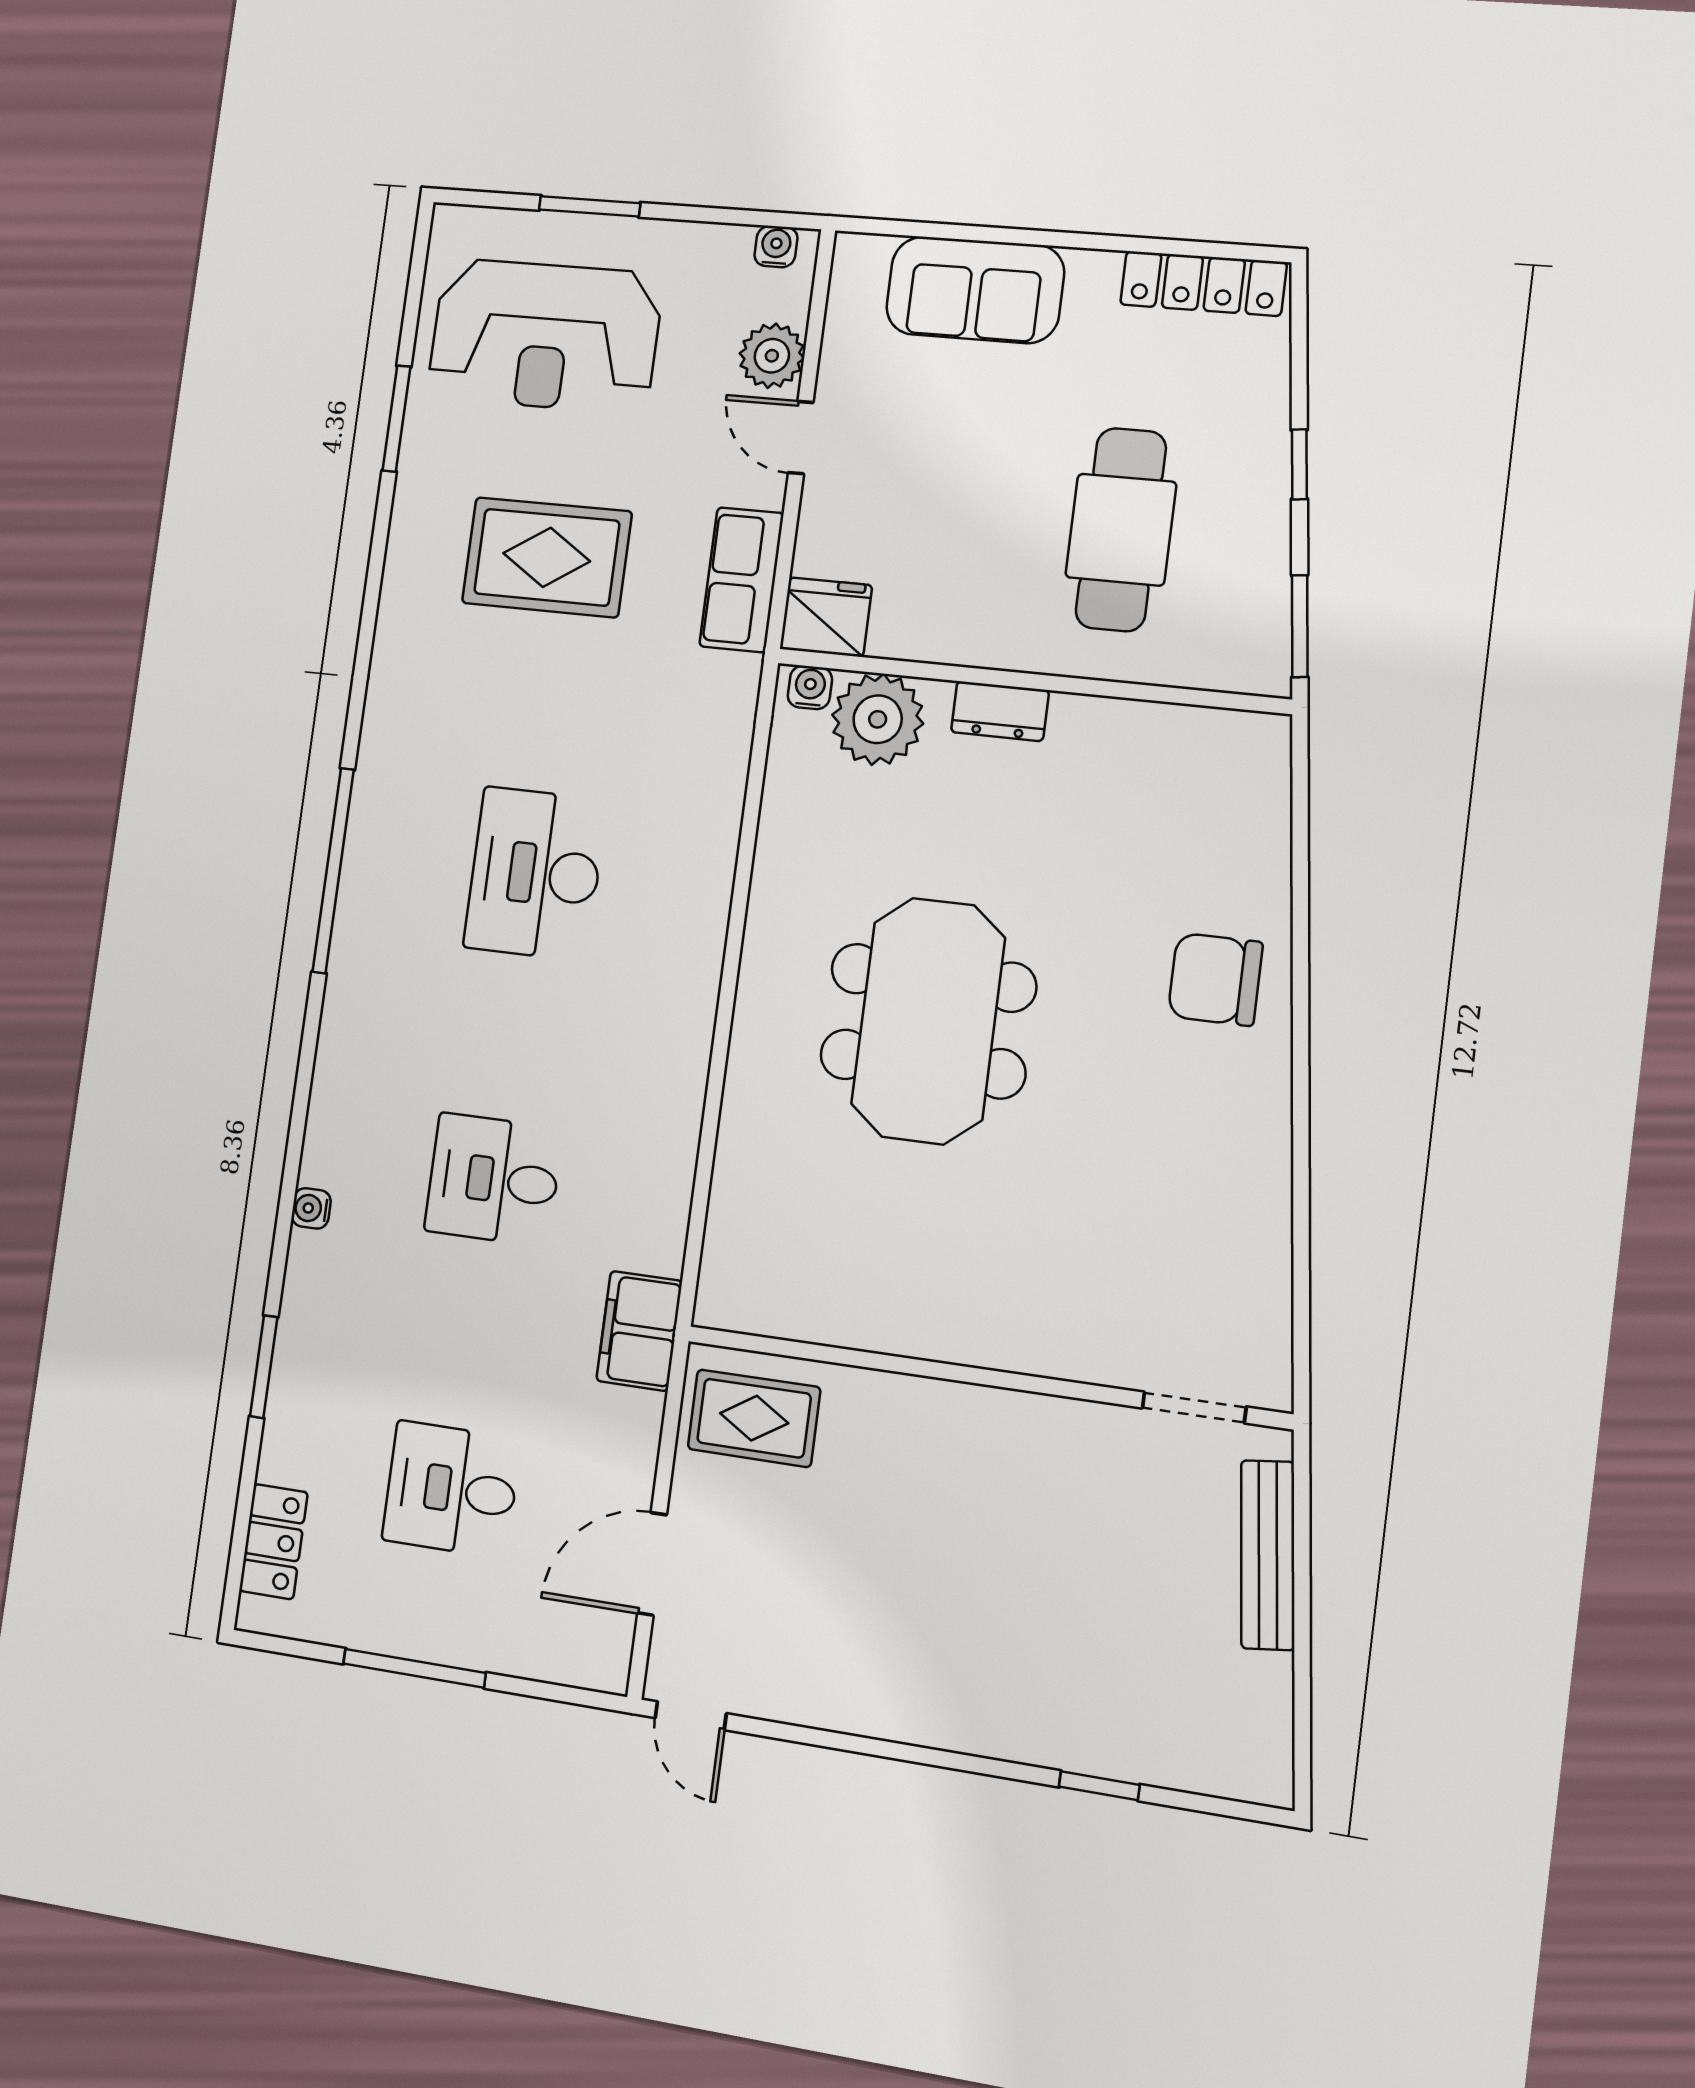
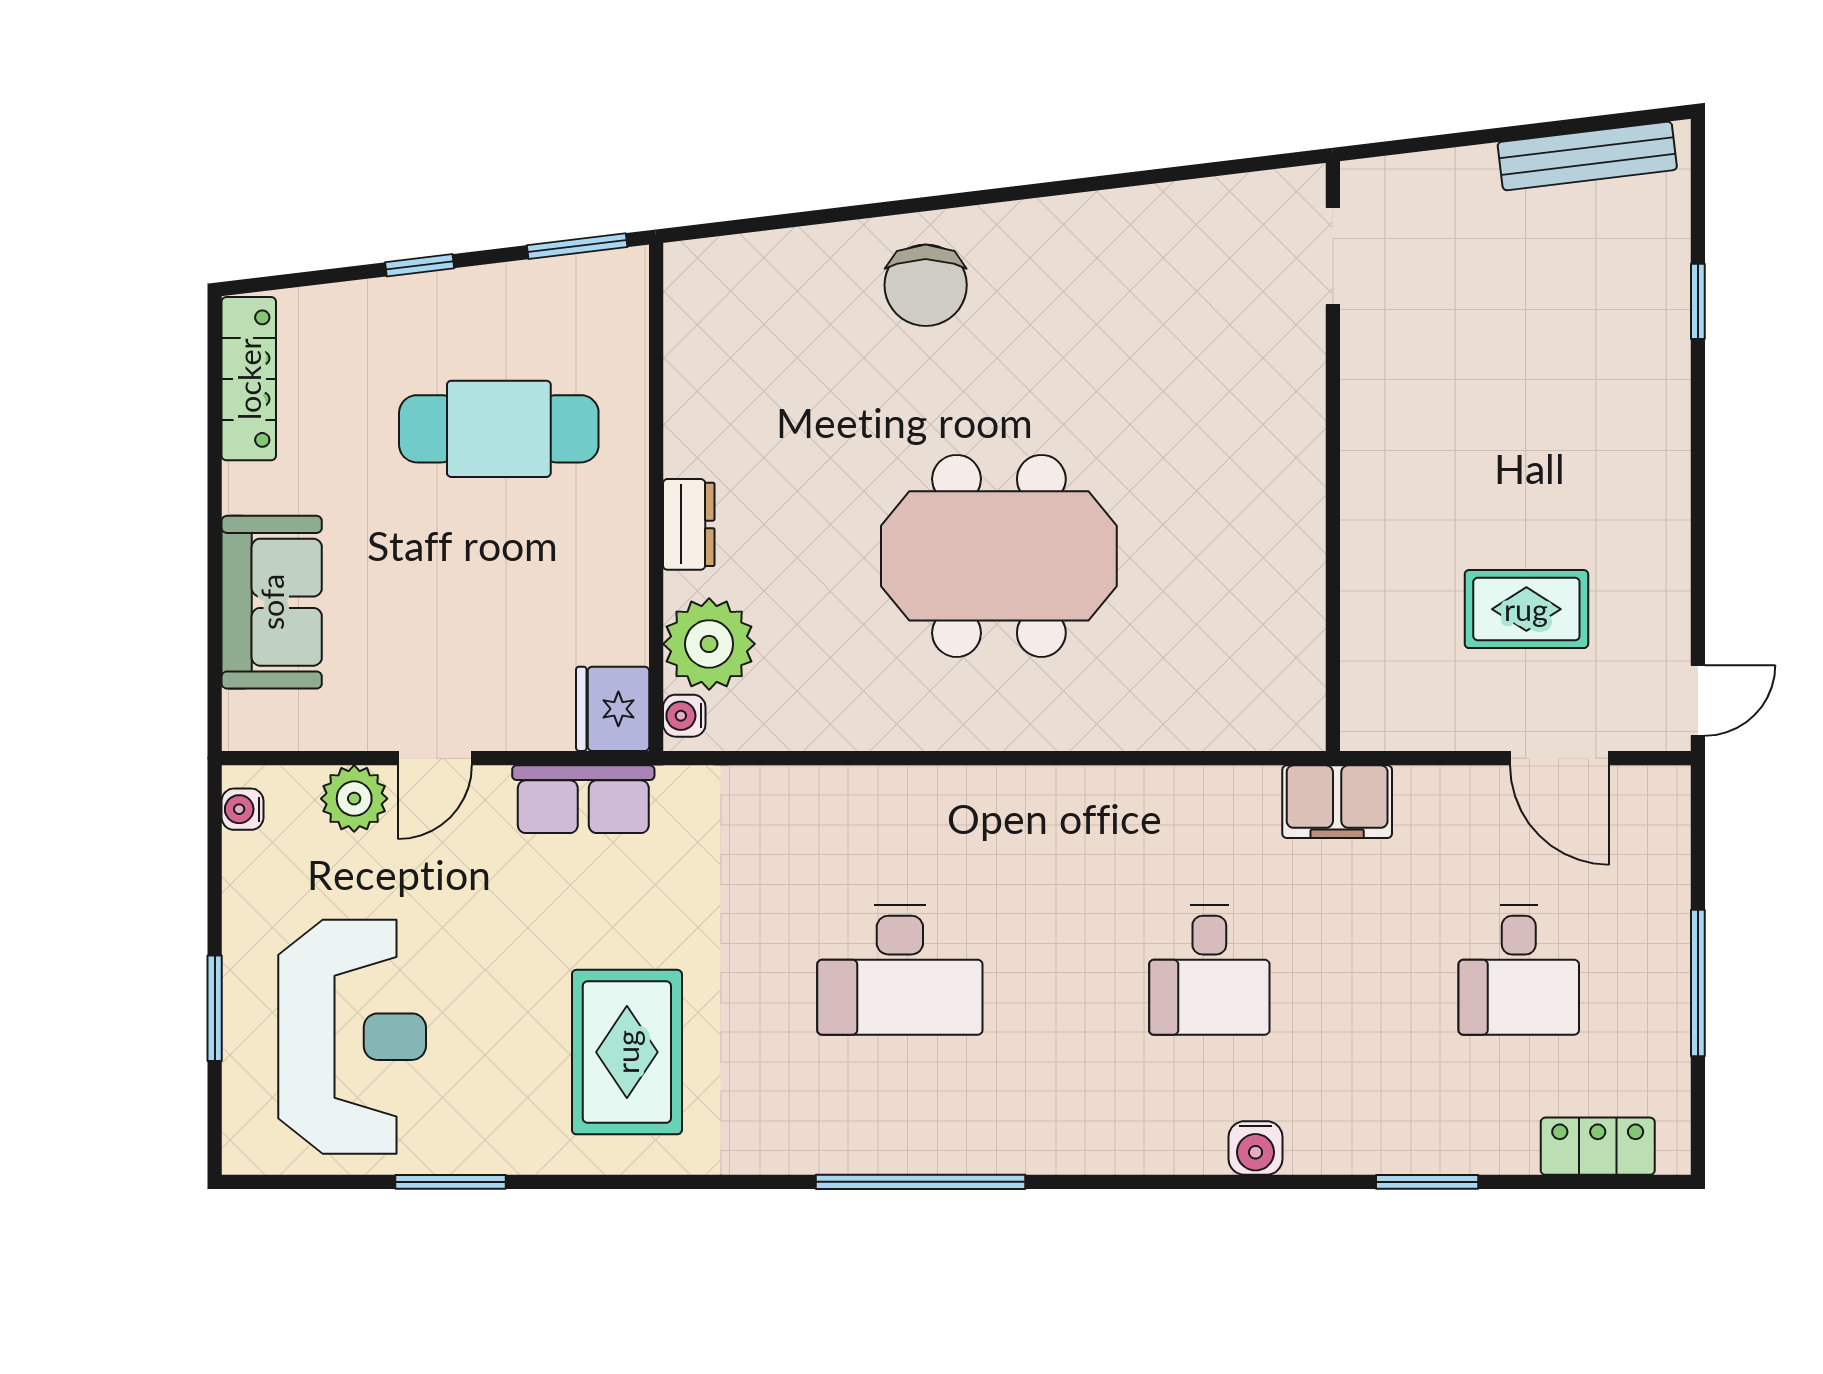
rug: (547, 557) -> (627, 1052), moved
water cooler: (311, 1208) -> (1256, 1148), width x1.38, depth x1.38
rug: (754, 1418) -> (1526, 609), moved, turned 90
bench: (1268, 1555) -> (1587, 156), moved

